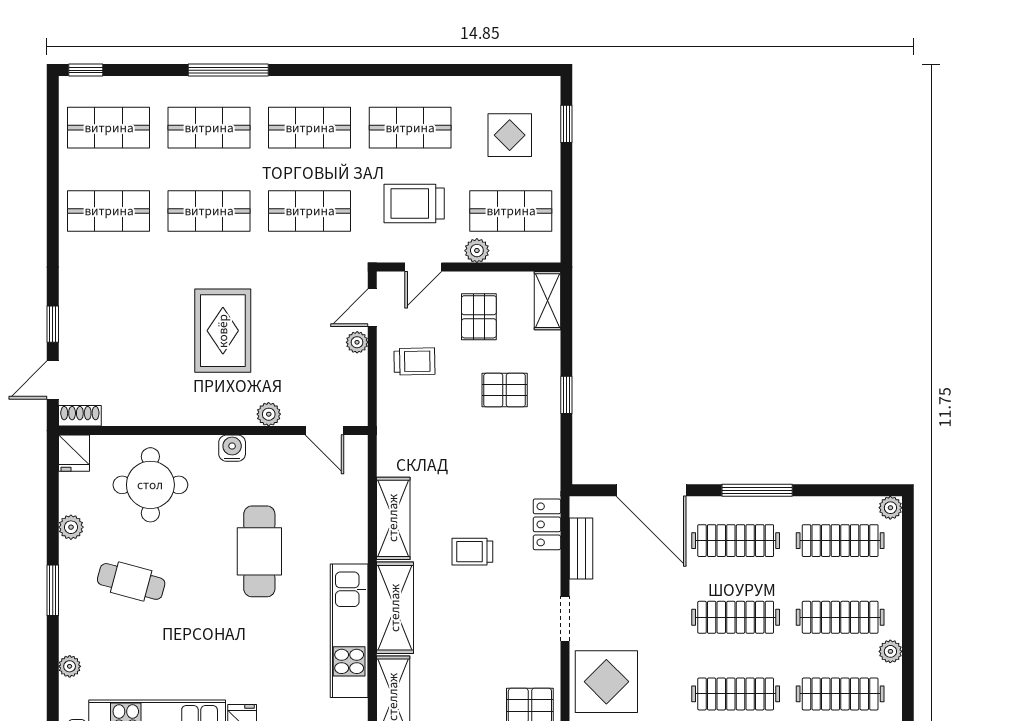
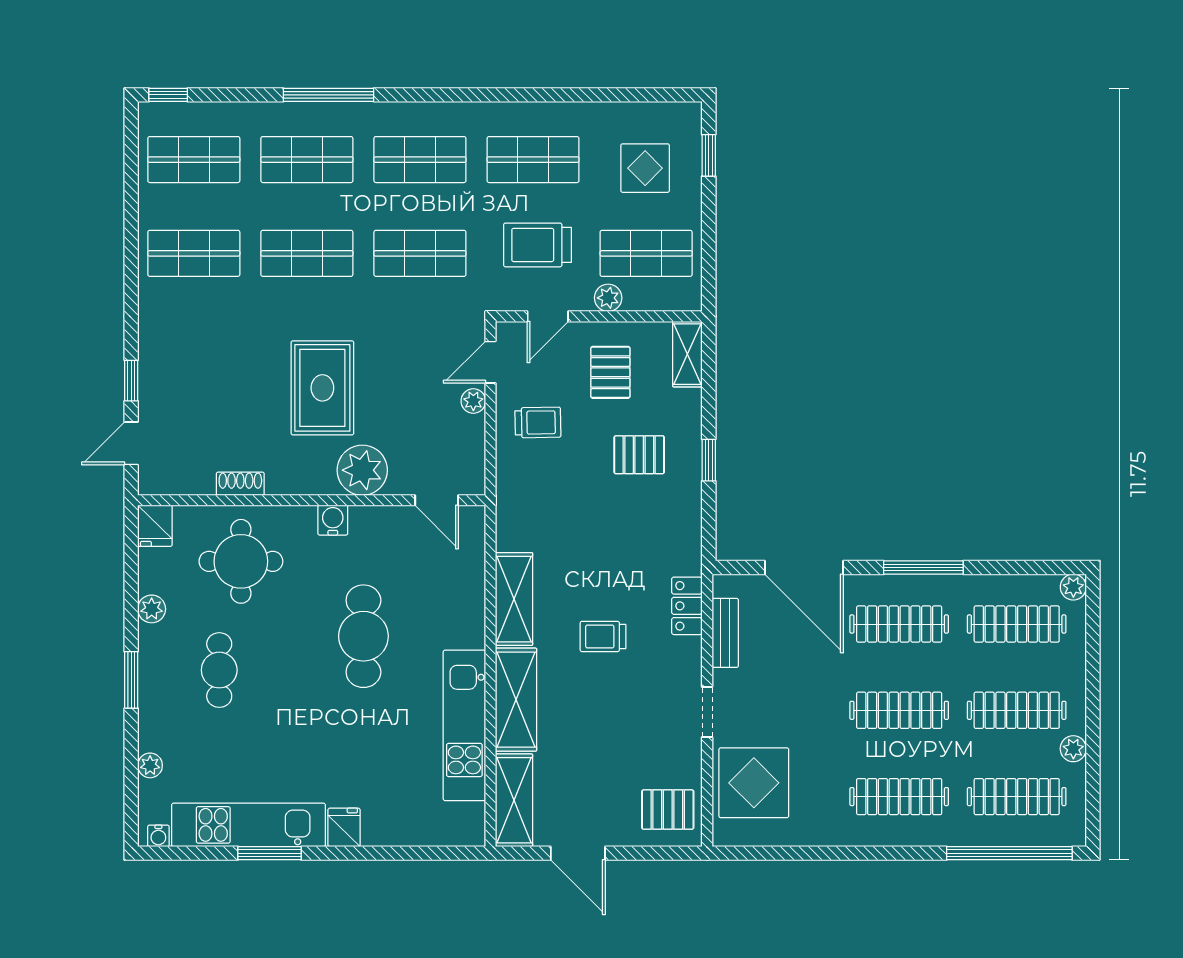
plant: (269, 414) -> (362, 470), width x1.87, depth x1.87
shoe rack: (80, 416) -> (240, 484), moved
cafe table: (131, 581) -> (219, 670), turned 75

